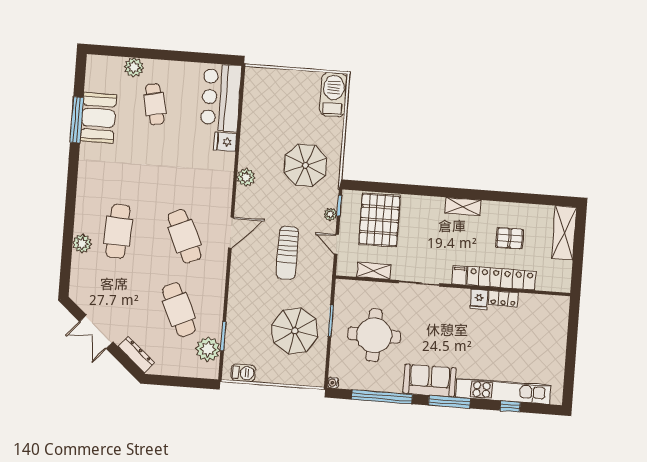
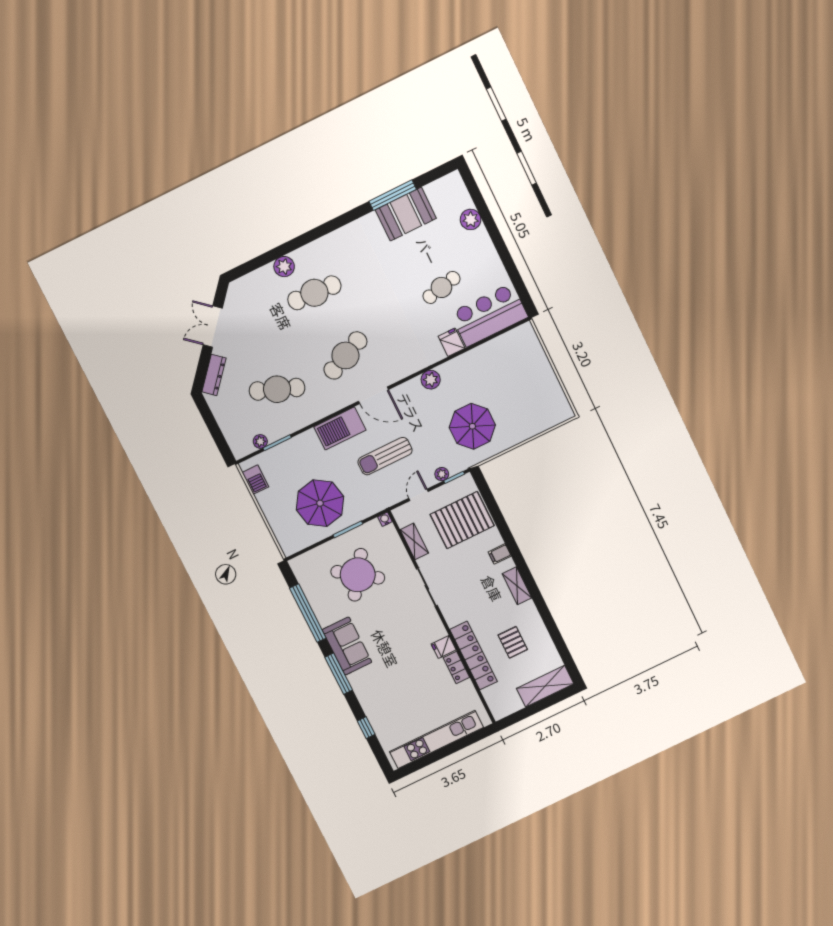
barbecue: (333, 95) -> (340, 428), moved, turned 180
cafe table: (155, 104) -> (441, 287), moved
filing cabinet: (459, 275) -> (500, 554), moved, turned 180
cafe table: (179, 310) -> (277, 389), turned 45
round table: (374, 335) -> (358, 575), turned 35
plant: (208, 349) -> (260, 441), width x0.53, depth x0.53
water cooler: (333, 383) -> (385, 519), moved
kitchen unit: (503, 391) -> (437, 740), moved, turned -90

